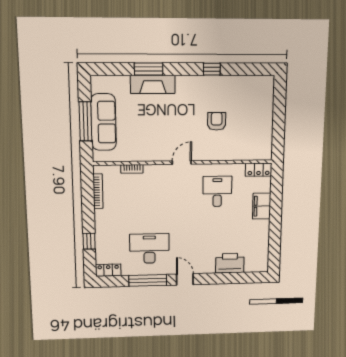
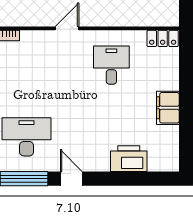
filing cabinet: (262, 206) -> (168, 108), moved

